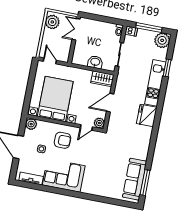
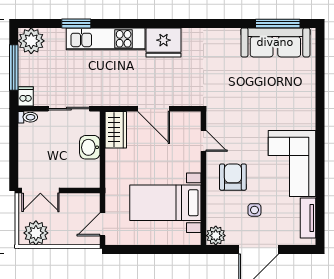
bed with nightstands: (55, 99) -> (165, 203), width x0.73
plant: (99, 123) -> (192, 120), removed

